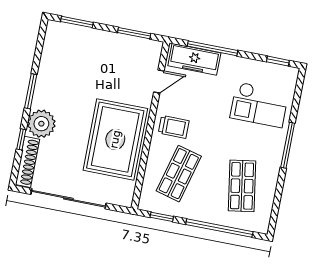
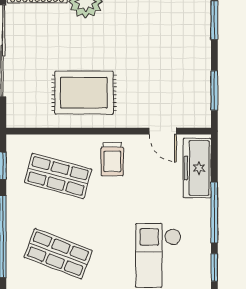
window: (212, 48) -> (214, 212), moved
rug: (115, 139) -> (84, 93), width x0.73, depth x0.69
shop shelf: (242, 186) -> (58, 254), turned 30

